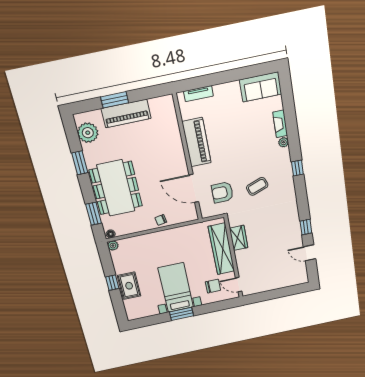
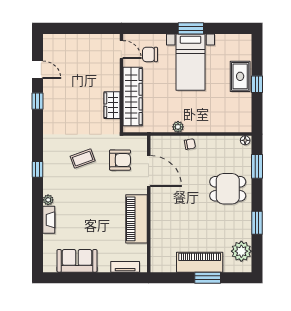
sofa: (261, 87) -> (77, 261), moved
dining table: (116, 188) -> (228, 189), width x0.53, depth x0.80
plant: (113, 246) -> (178, 127), moved

